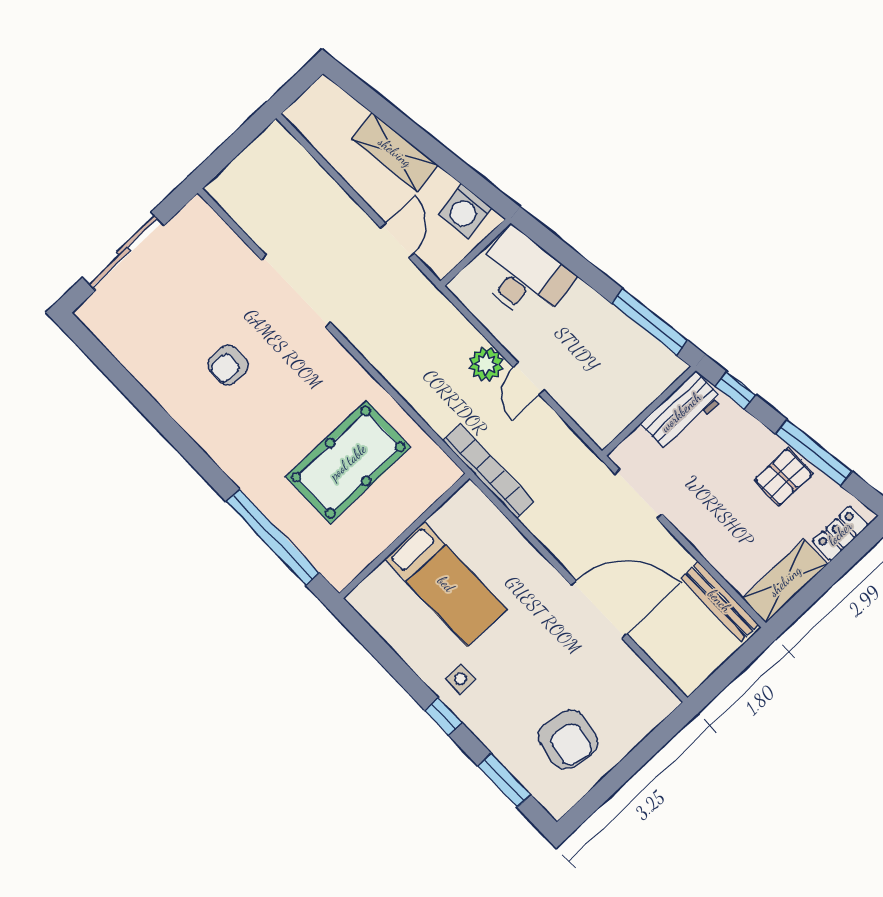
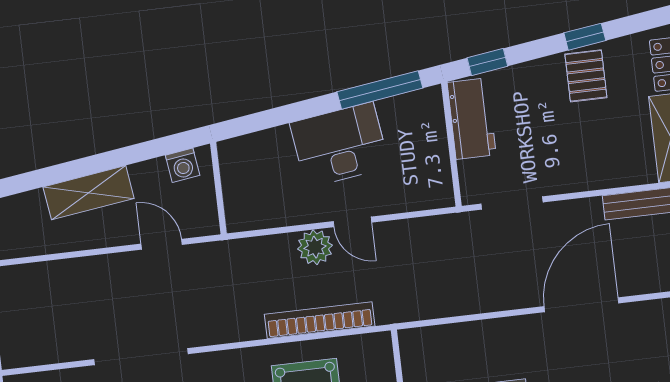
washing machine: (465, 211) -> (183, 165), width x0.73, depth x0.73
desk: (524, 276) -> (340, 145), moved
window: (814, 453) -> (585, 37), width x0.46
bookcase: (488, 471) -> (320, 320), moved

